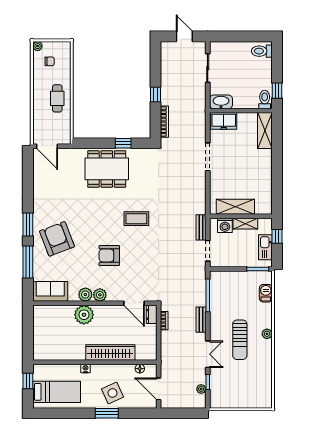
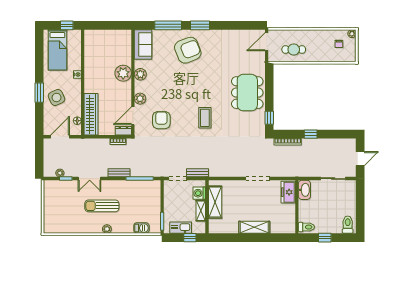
window: (277, 91) -> (325, 238), moved
cafe table: (57, 98) -> (294, 49), moved
shelving: (265, 131) -> (254, 227), moved
window: (123, 143) -> (269, 118), moved
armchair: (109, 255) -> (161, 120), moved
plant: (100, 295) -> (140, 99), moved
wardrobe: (110, 352) -> (91, 114), moved

